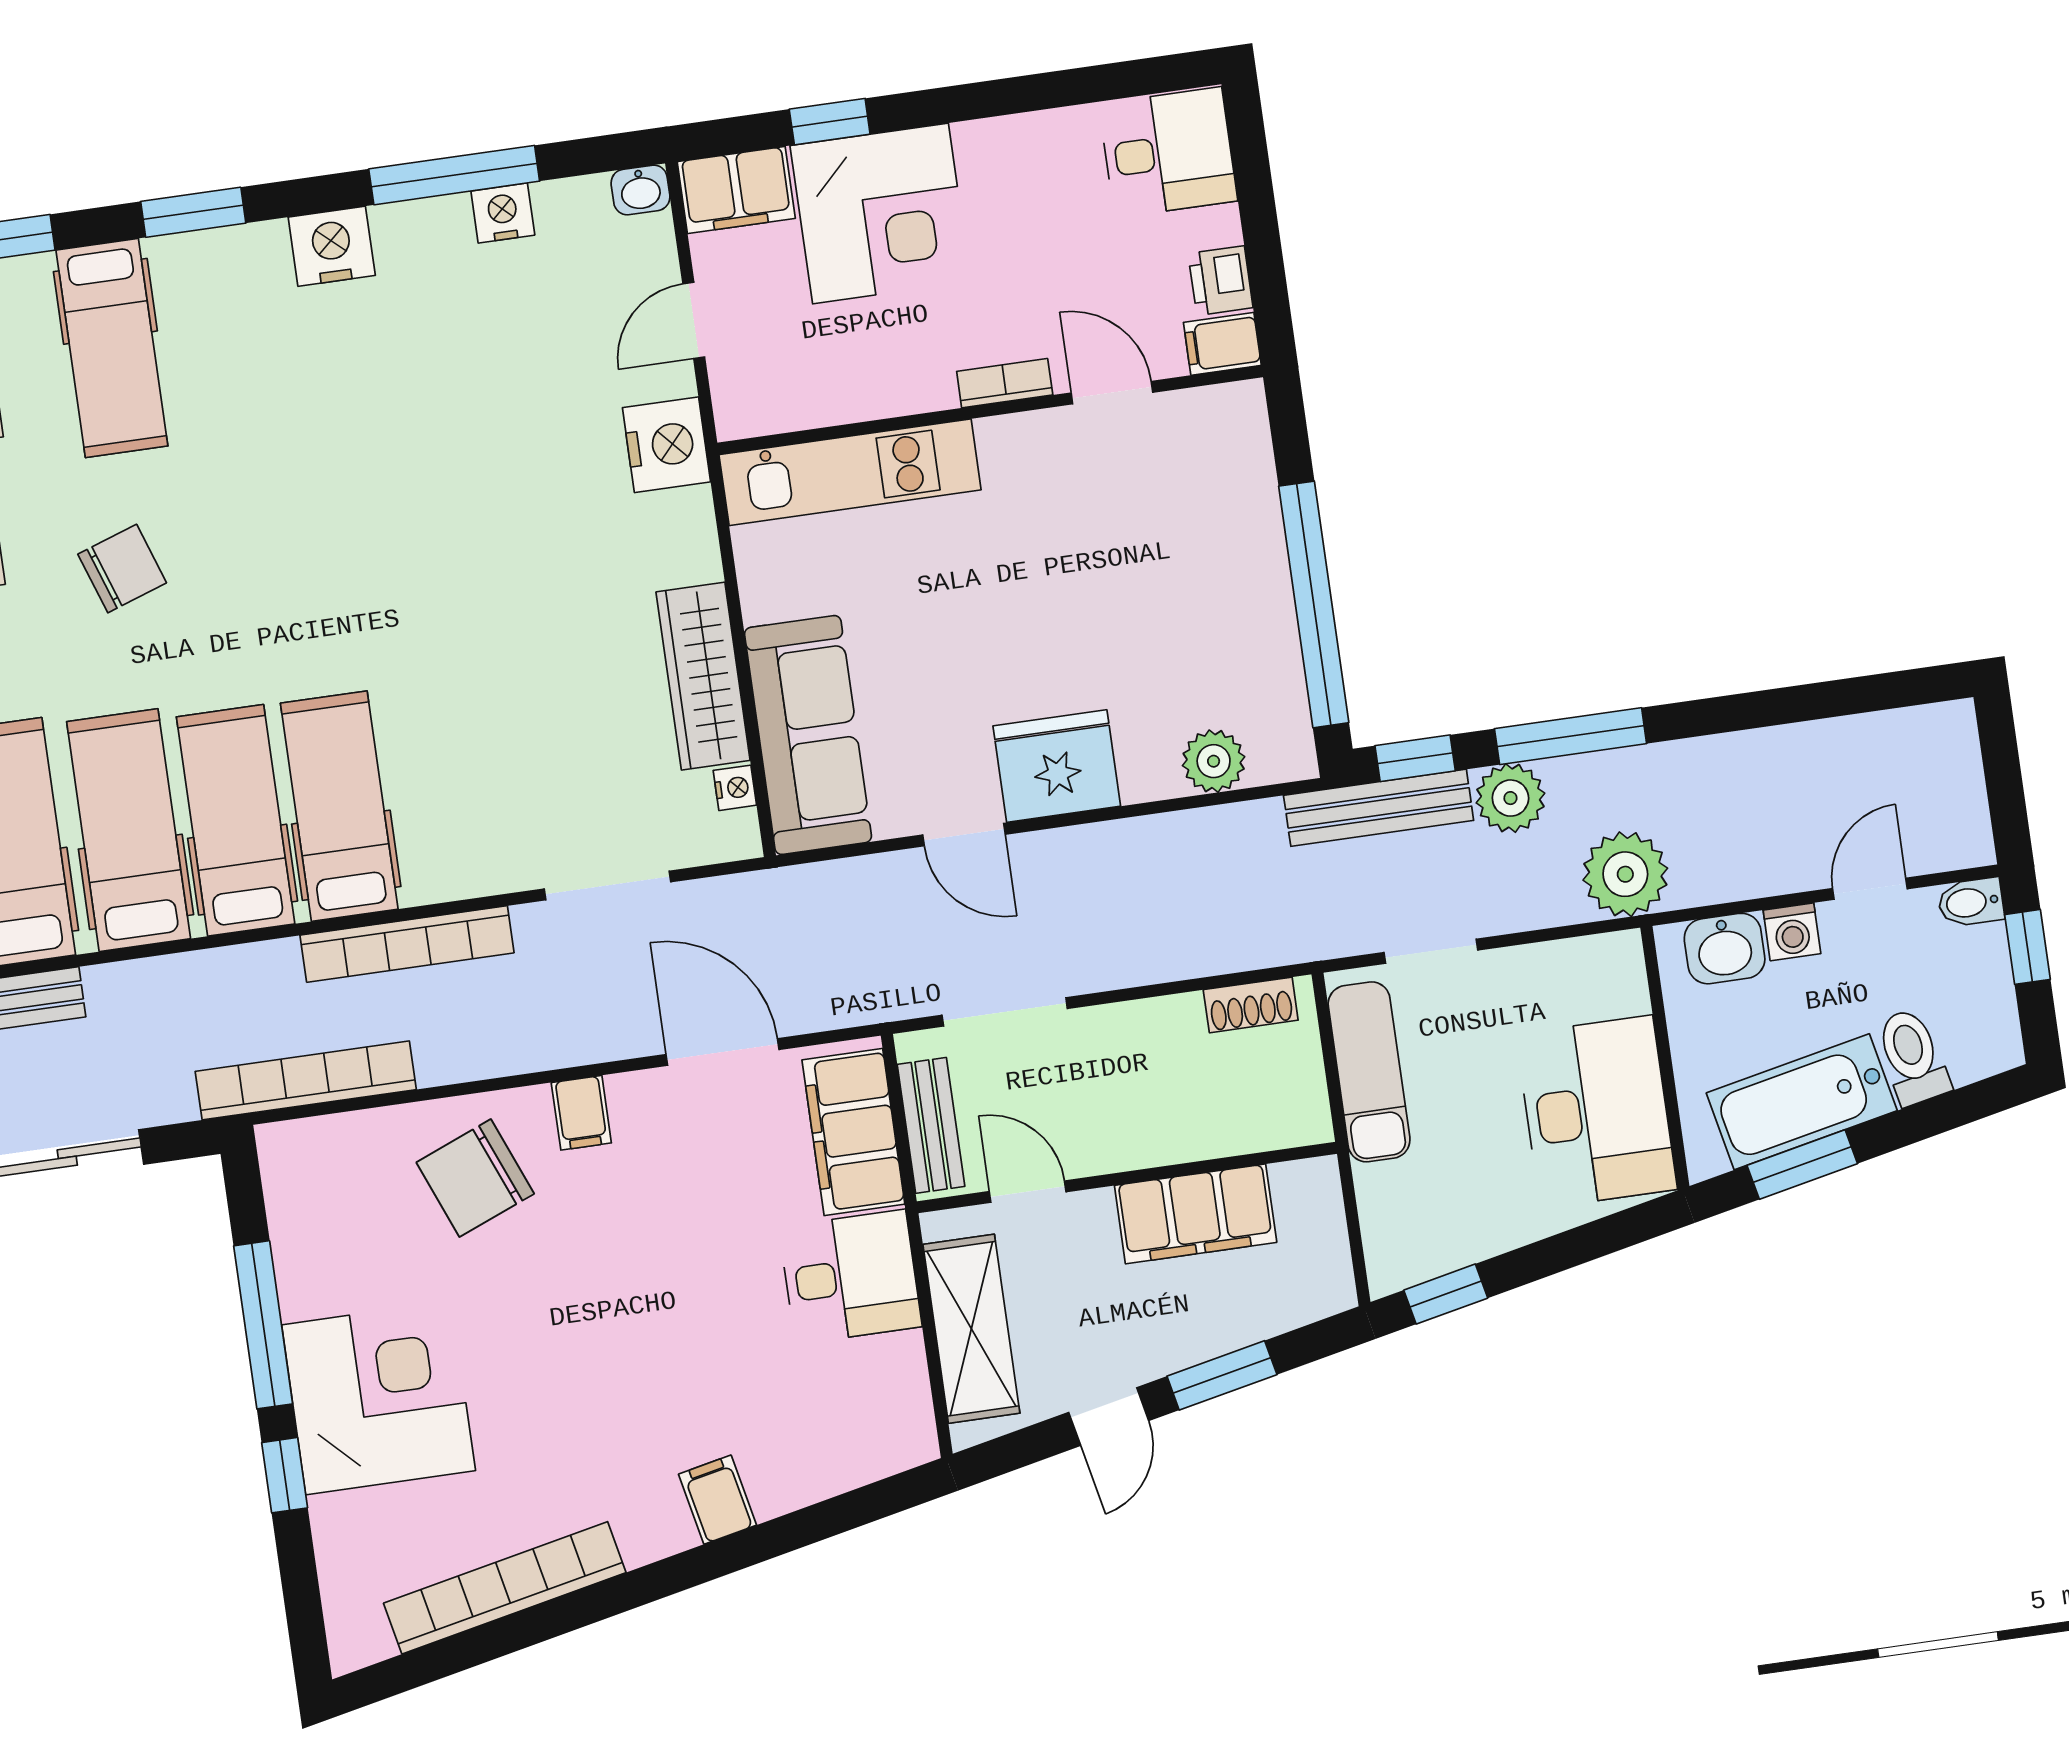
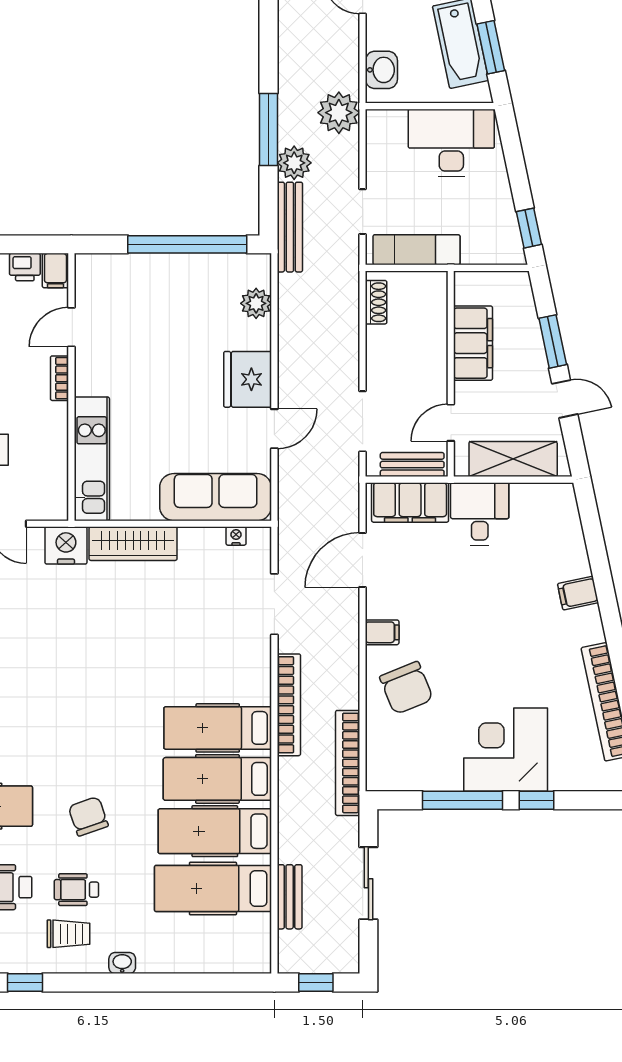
wardrobe: (703, 676) -> (133, 544), moved
window: (1415, 758) -> (268, 206), removed
washing machine: (1792, 932) -> (378, 36), removed

